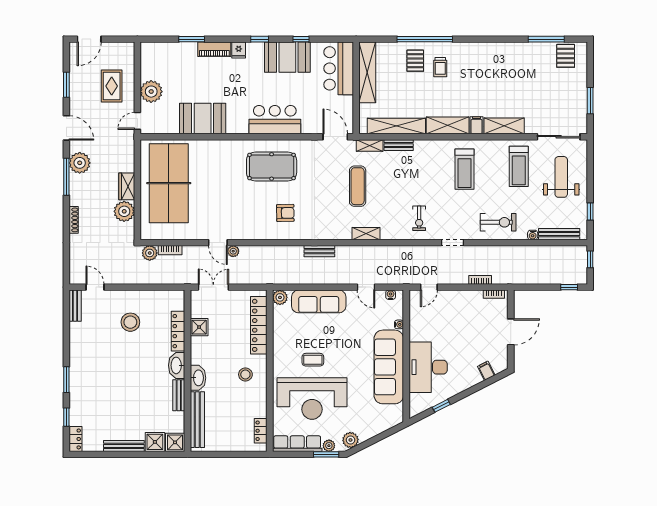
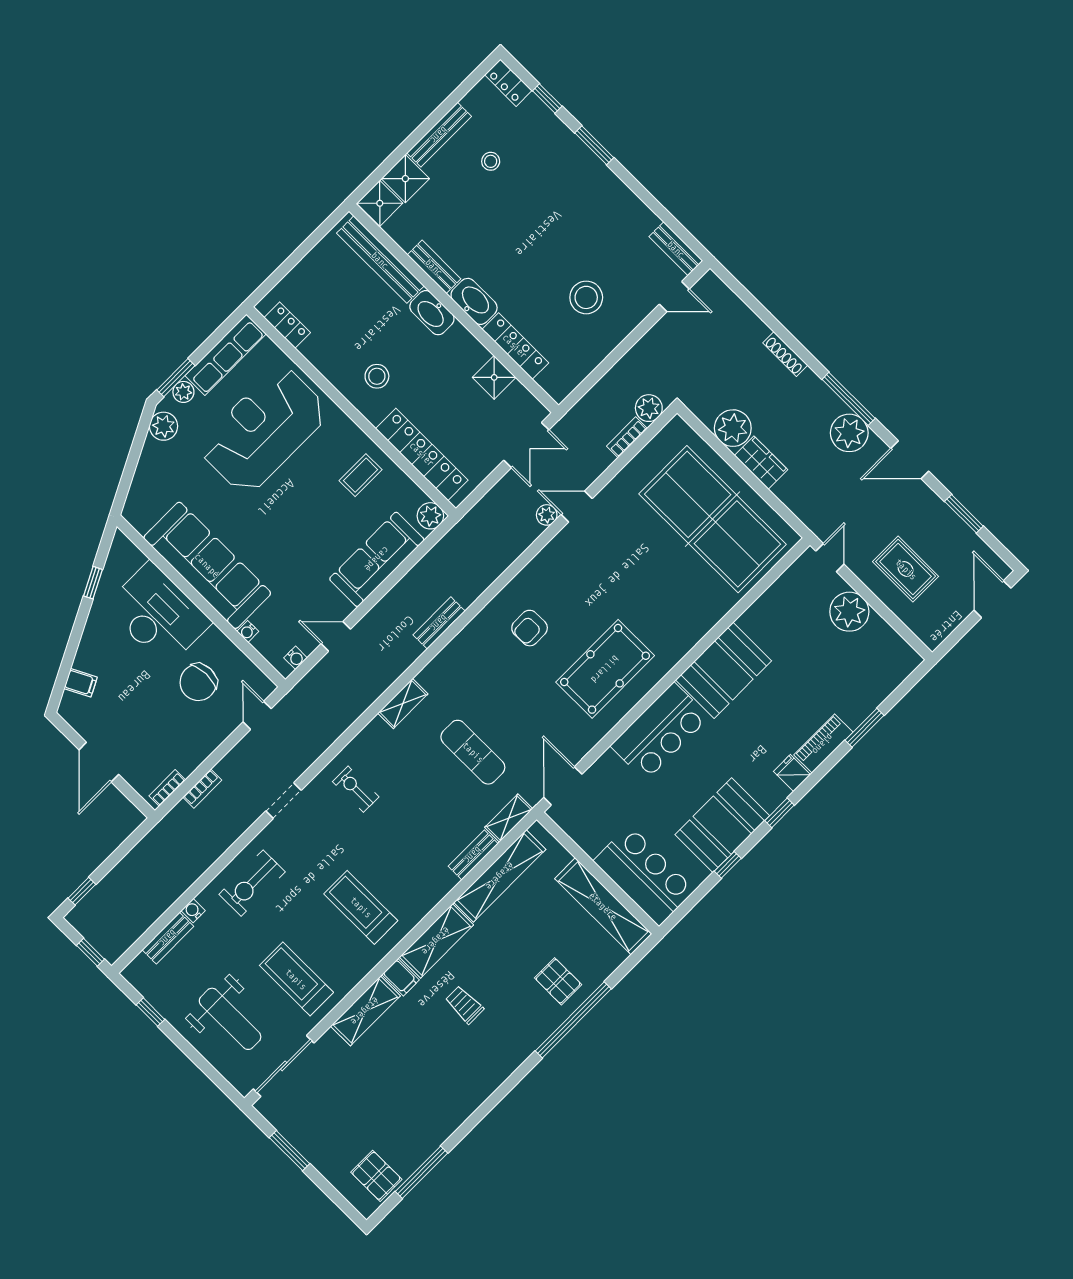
trolley: (440, 67) -> (464, 1005), moved
booth: (203, 118) -> (723, 670), moved
door: (335, 137) -> (563, 786), swing flipped
bench: (559, 234) -> (168, 938), width x0.73
chair: (439, 324) -> (198, 682), added
coffee table: (313, 360) -> (361, 475), moved
stool: (114, 415) -> (491, 161), added

